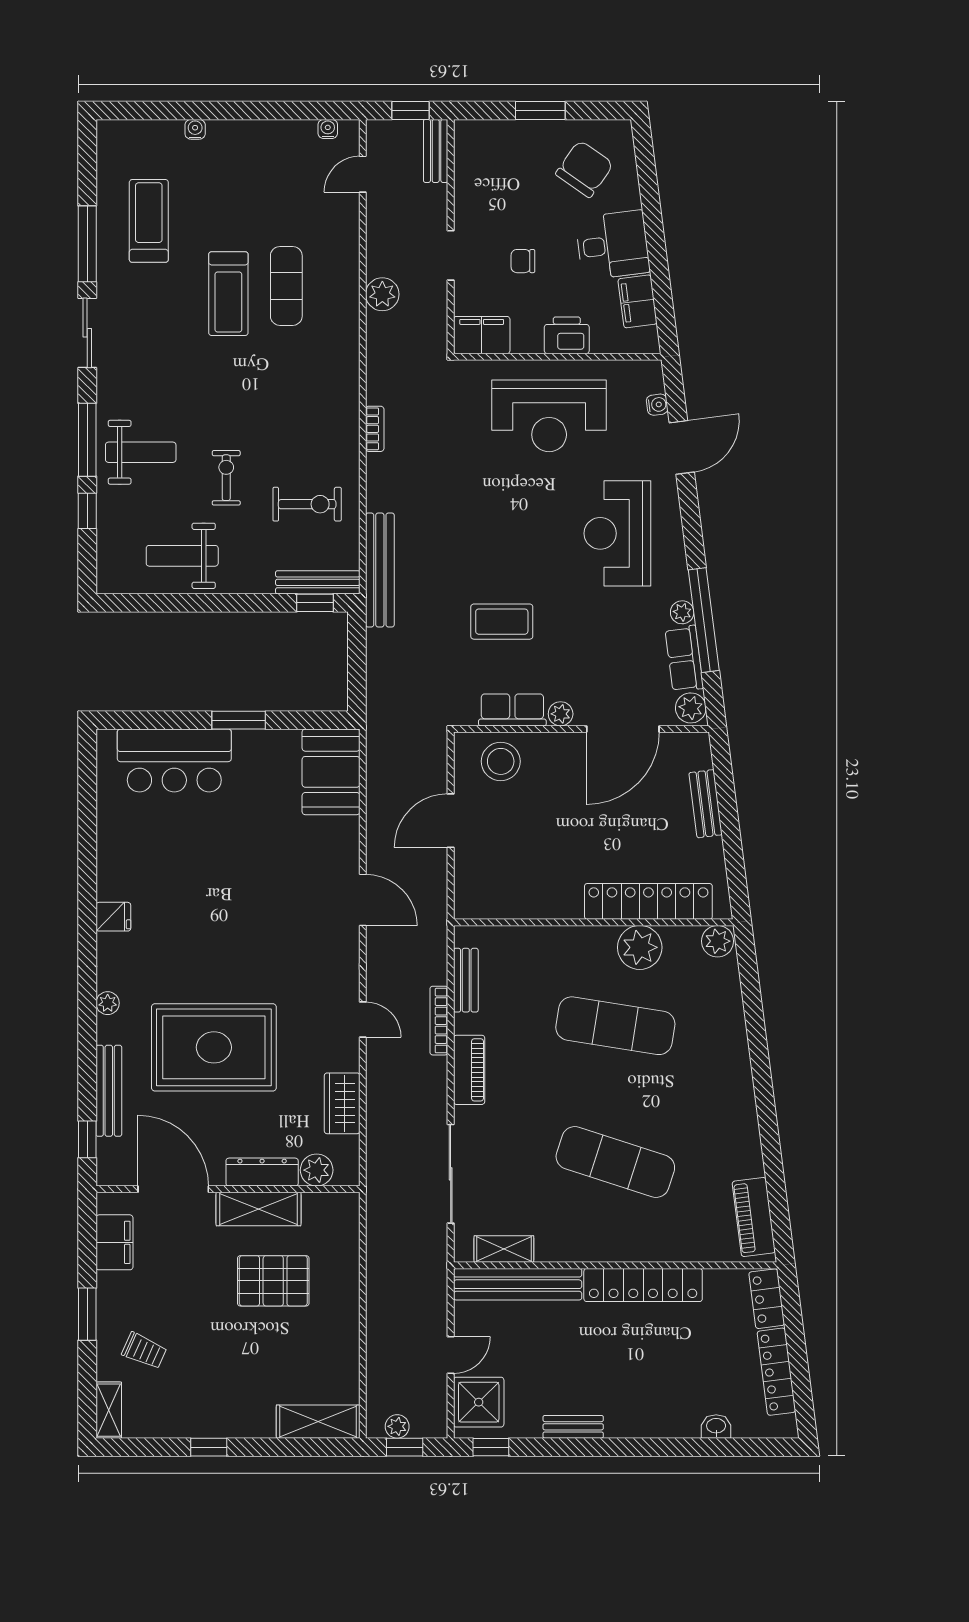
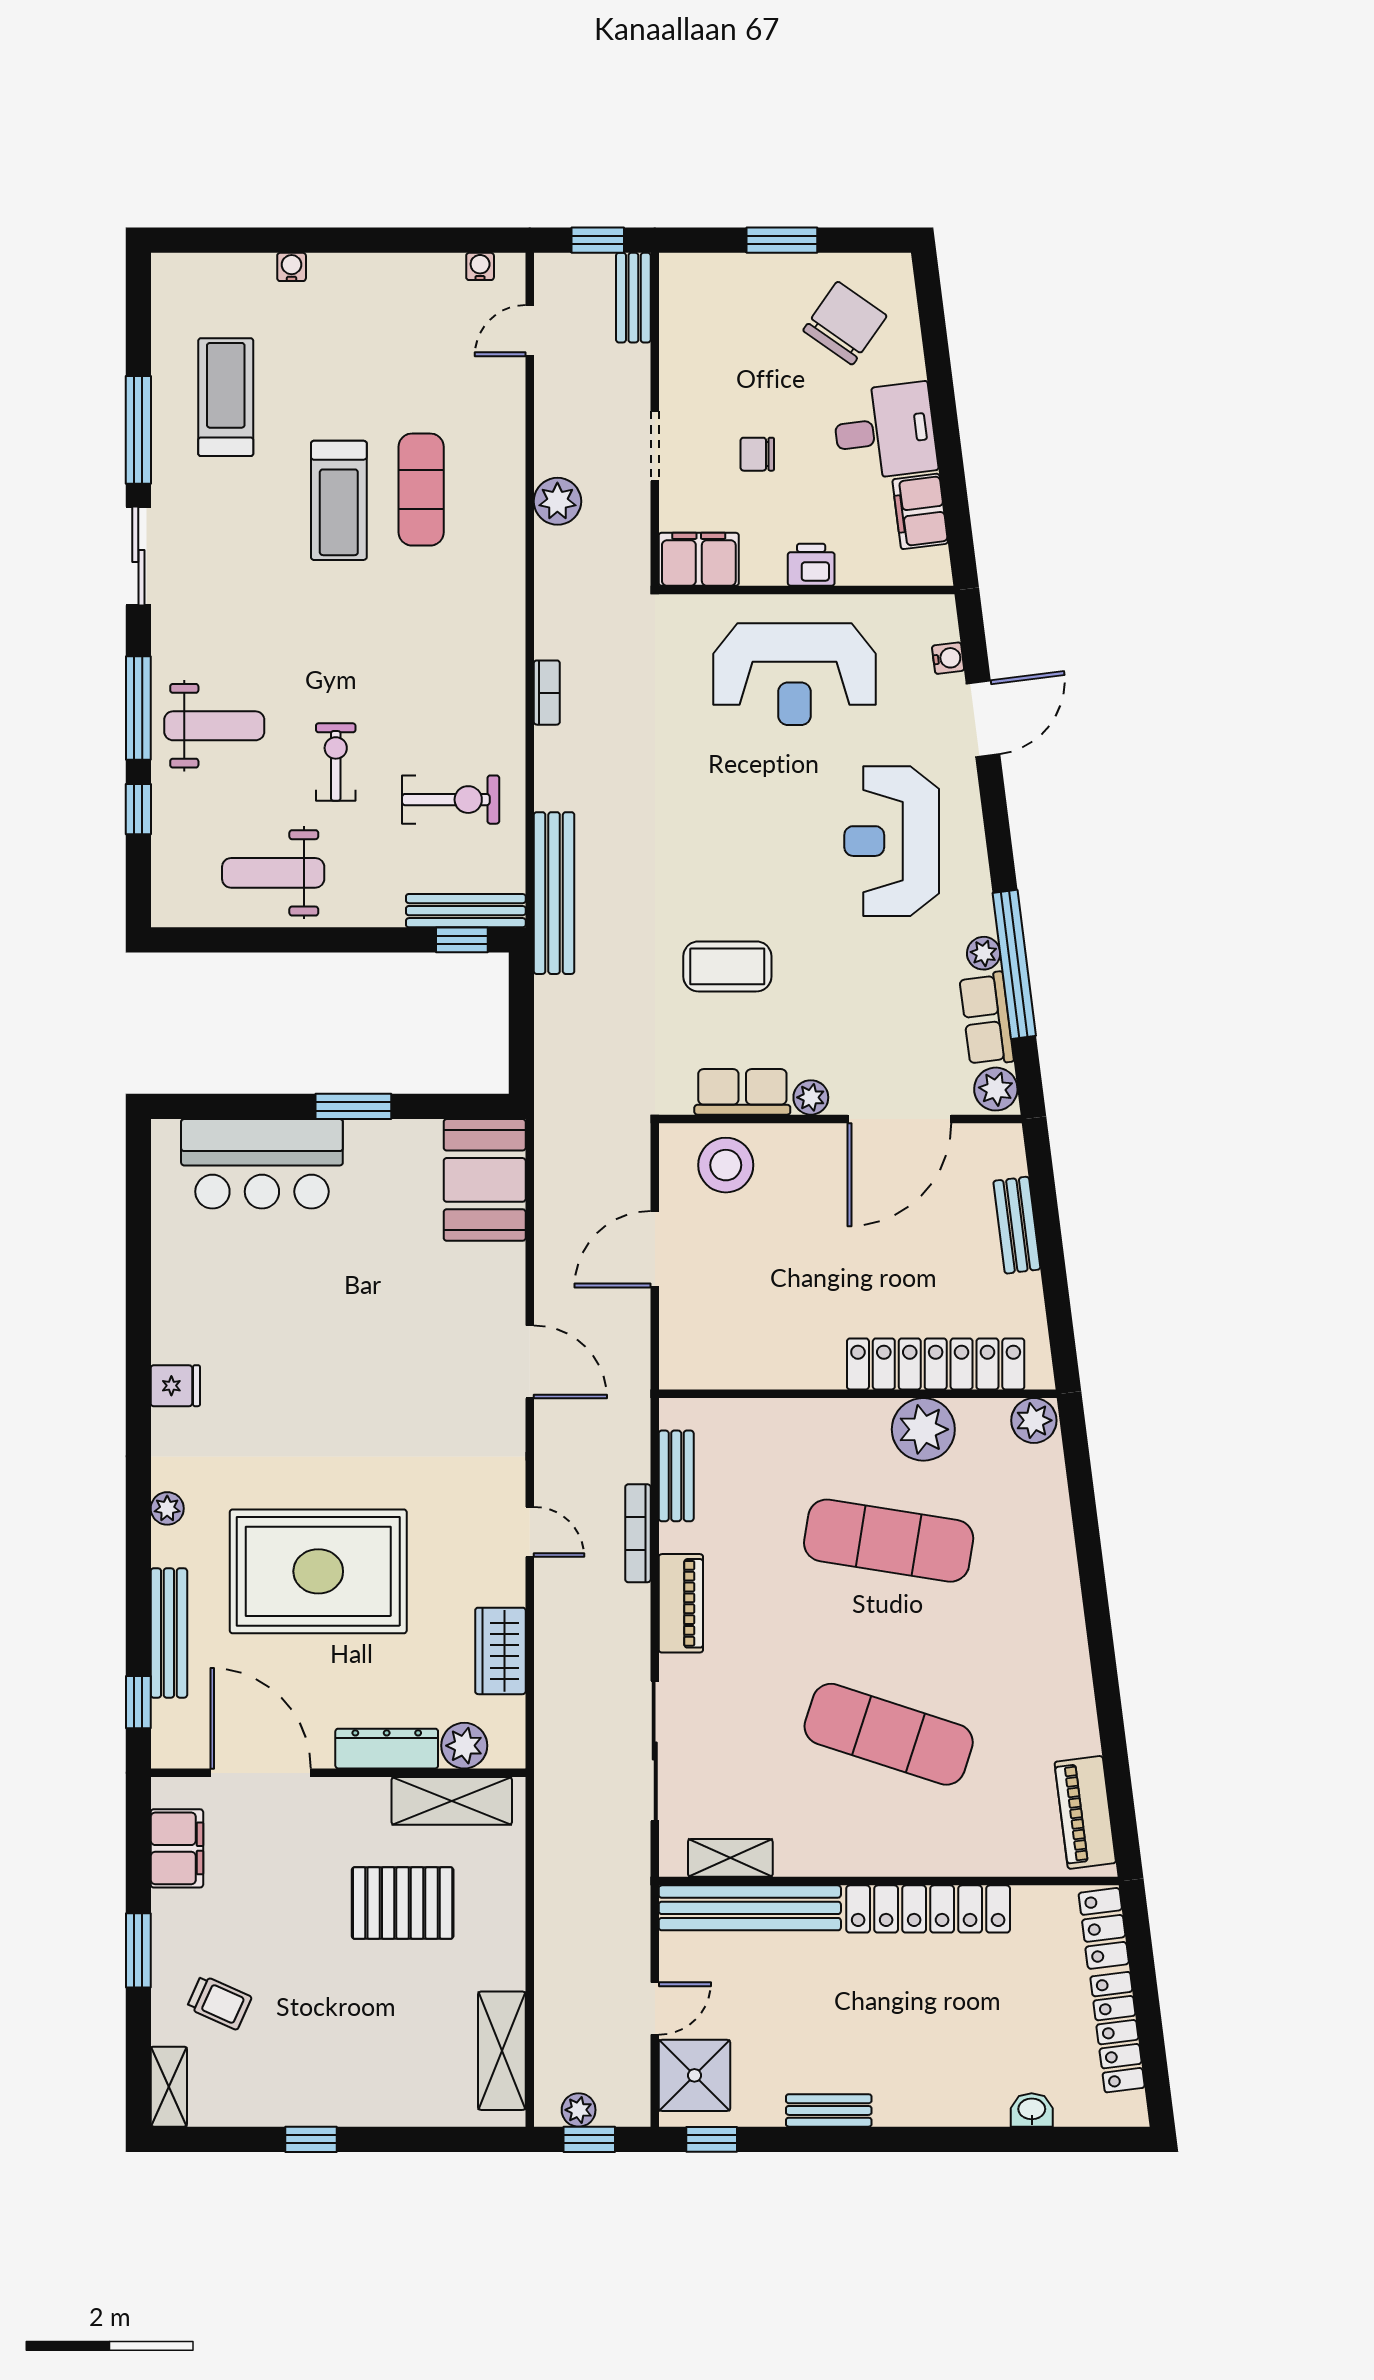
printer: (567, 335) -> (811, 565), width x0.73, depth x0.81
shelving: (259, 1209) -> (452, 1801), moved
shelving: (318, 1422) -> (502, 2051), moved, turned 90

